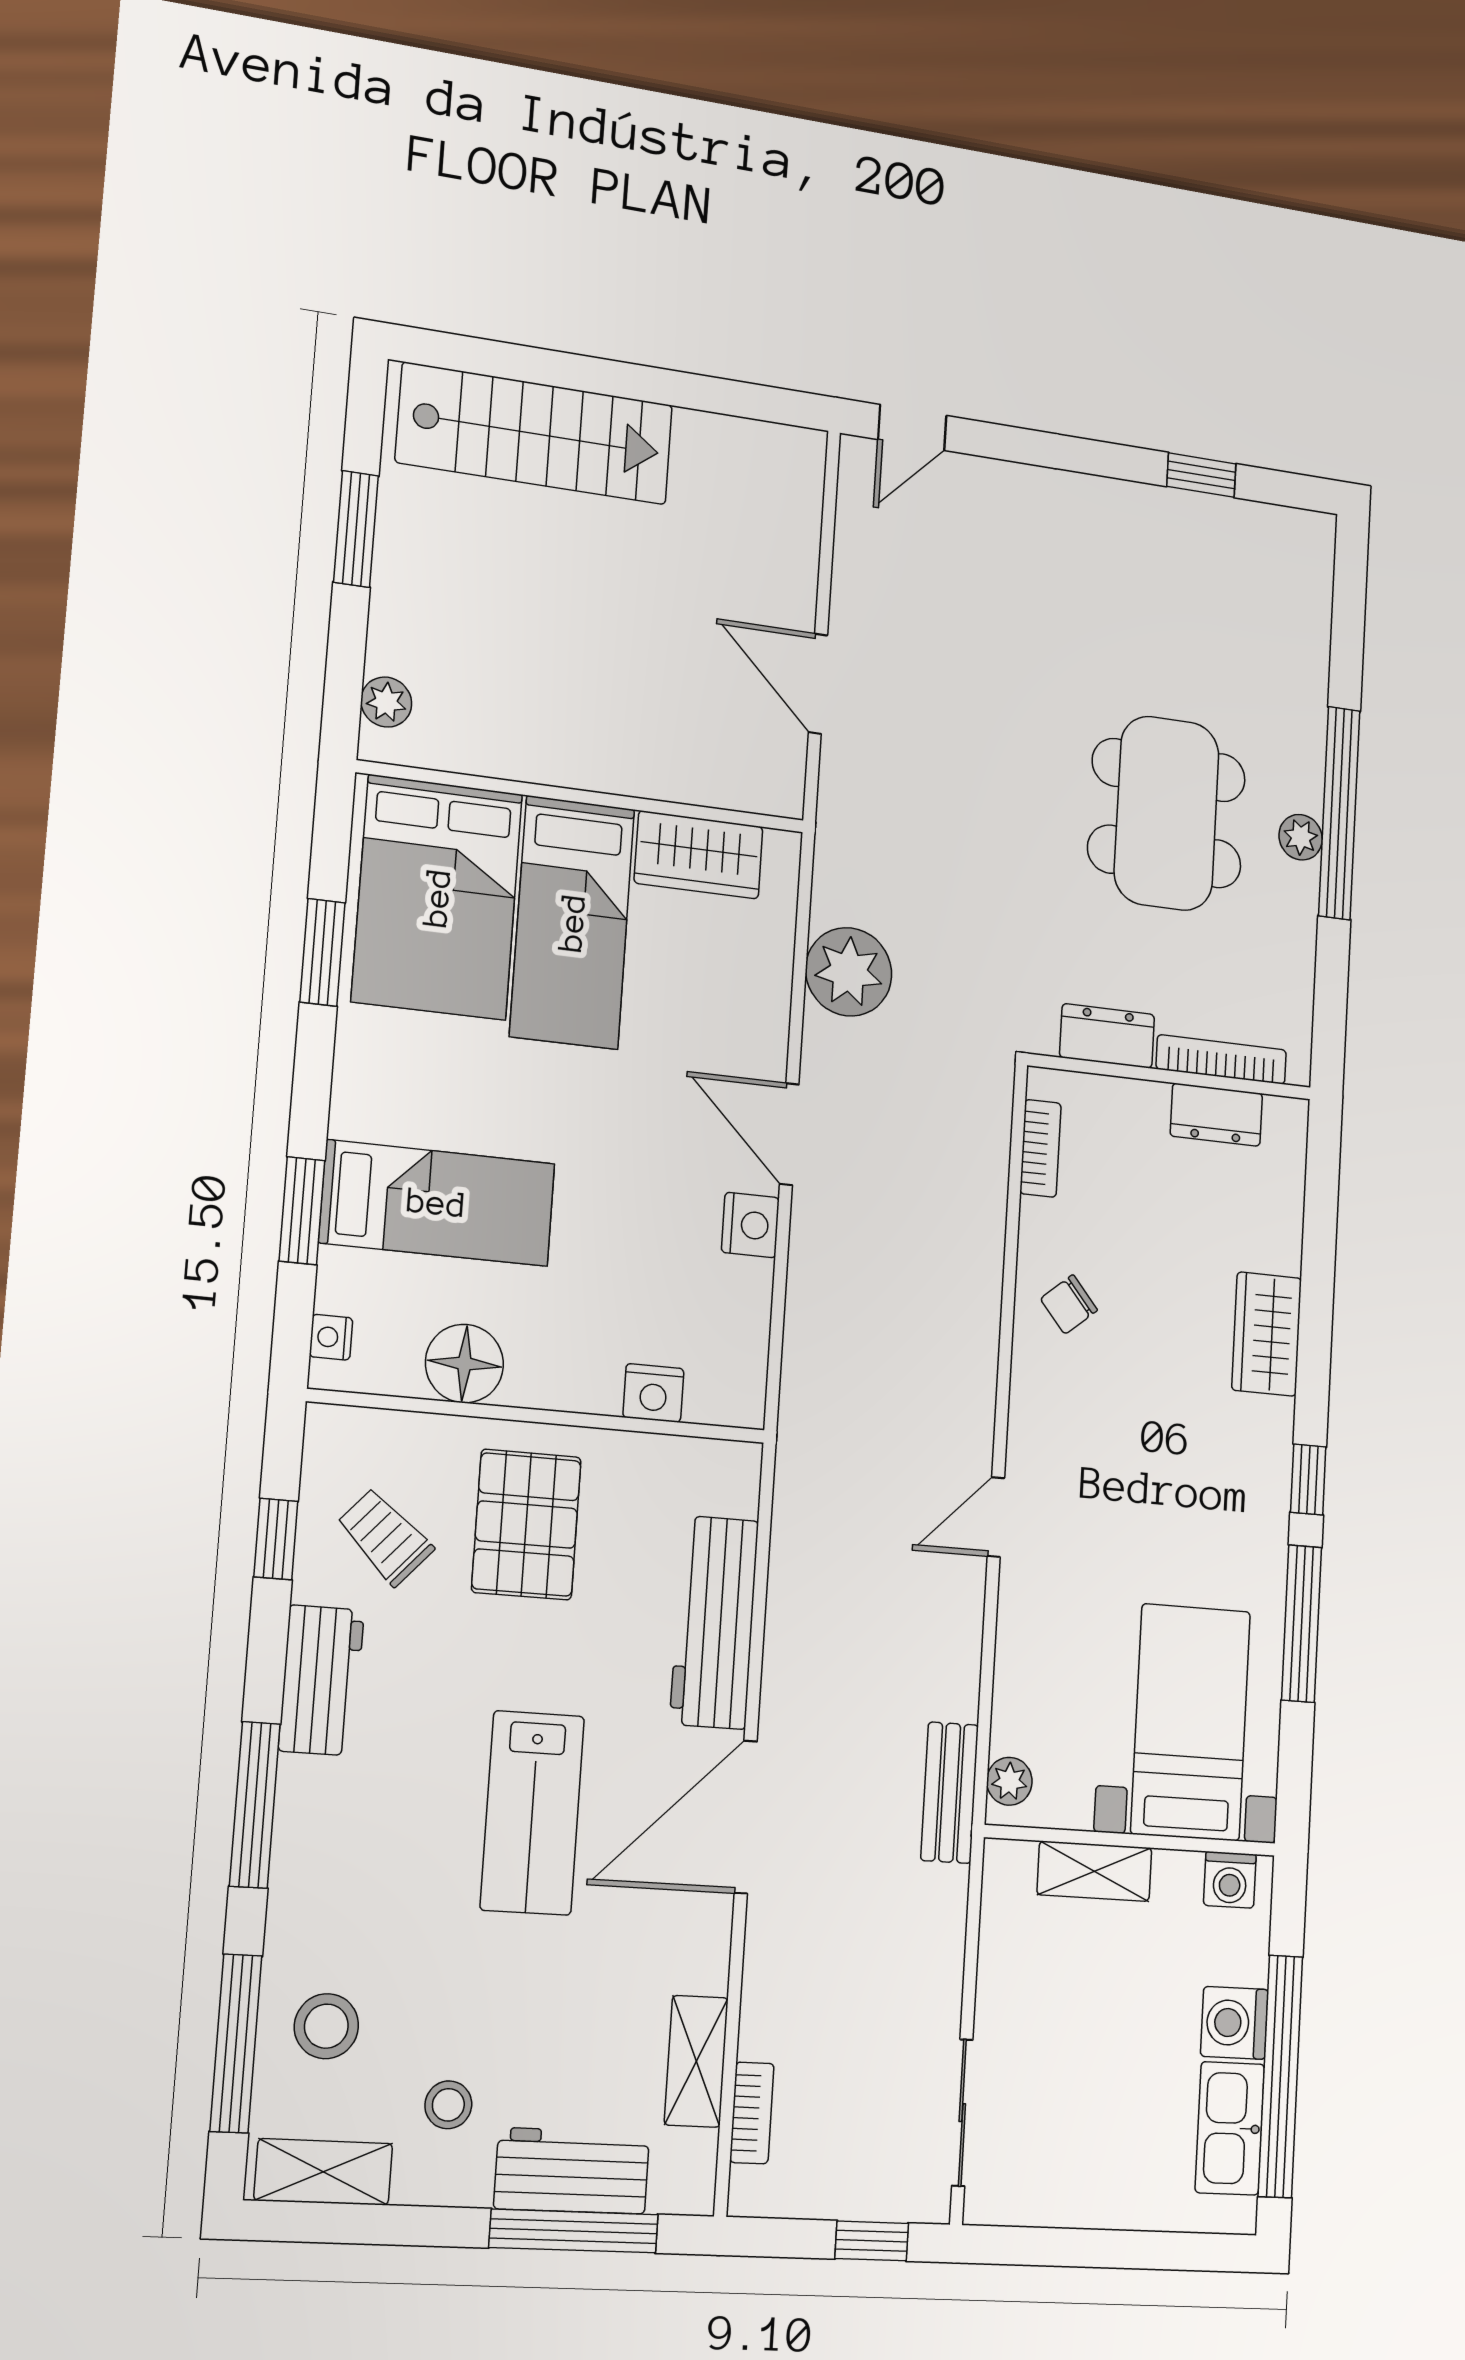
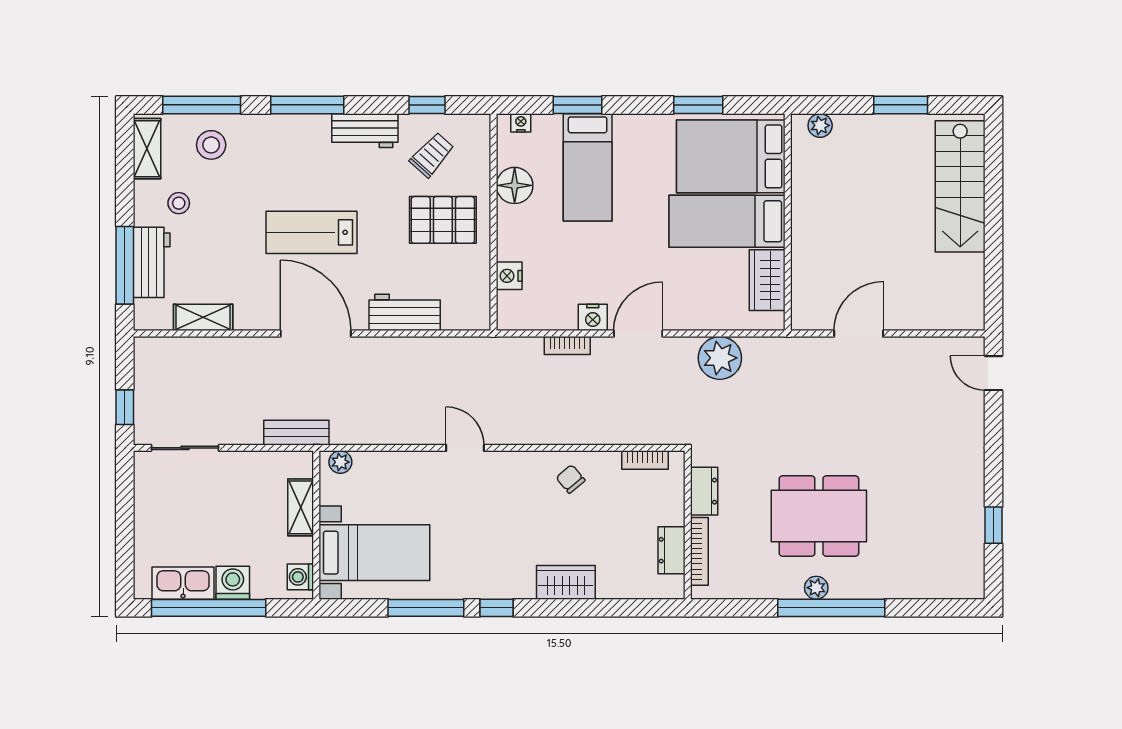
workbench: (714, 1622) -> (405, 312), width x0.73
bench: (950, 1793) -> (296, 433), moved
bookcase: (752, 2113) -> (567, 346), moved

